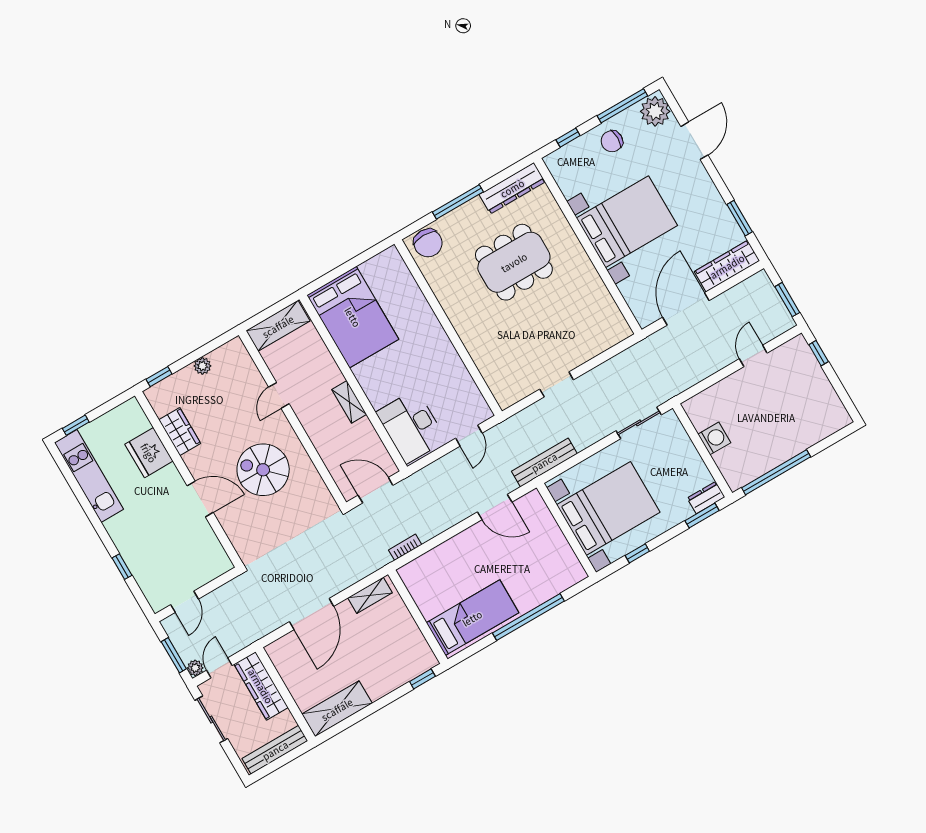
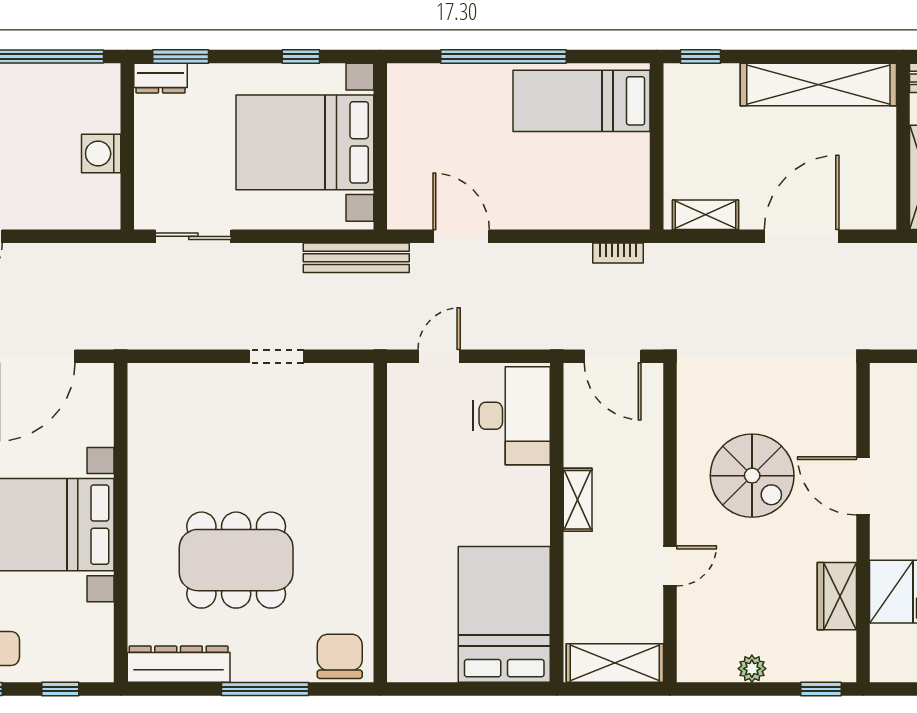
shelving: (337, 709) -> (818, 84), width x1.47

